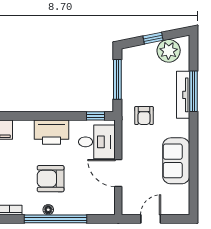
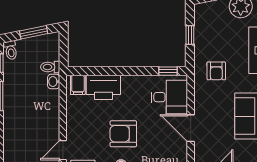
window: (117, 79) -> (190, 35), width x0.46
printer: (51, 132) -> (103, 87), moved

